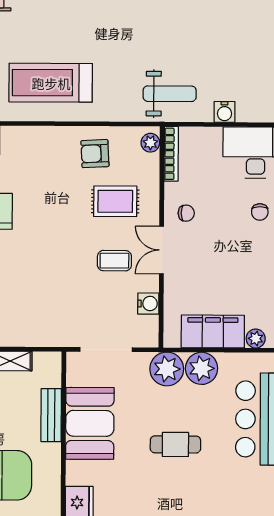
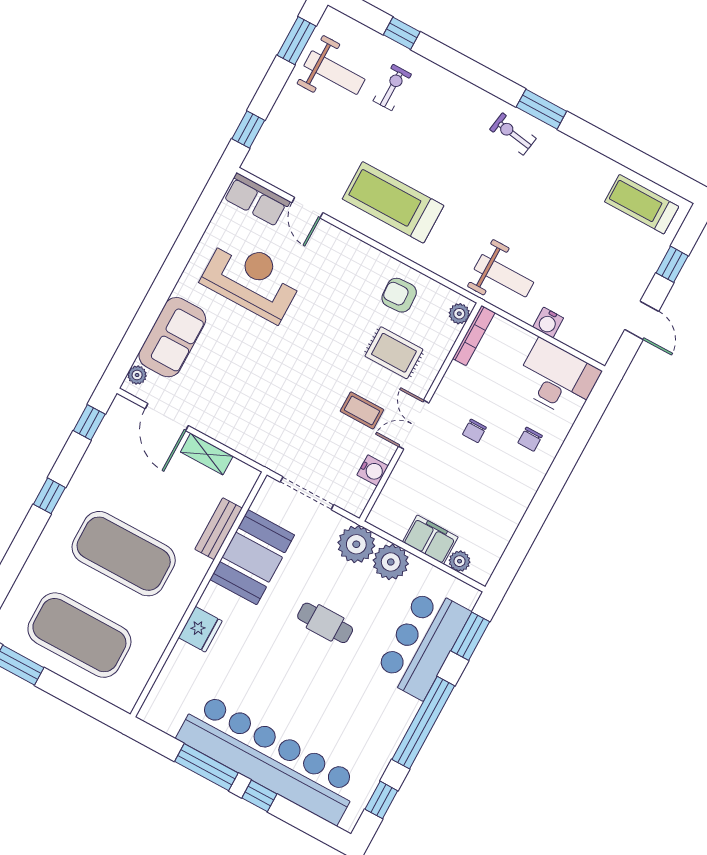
chair: (186, 213) -> (474, 431), moved, turned 90
filing cabinet: (213, 331) -> (430, 540), width x0.67, depth x0.86

